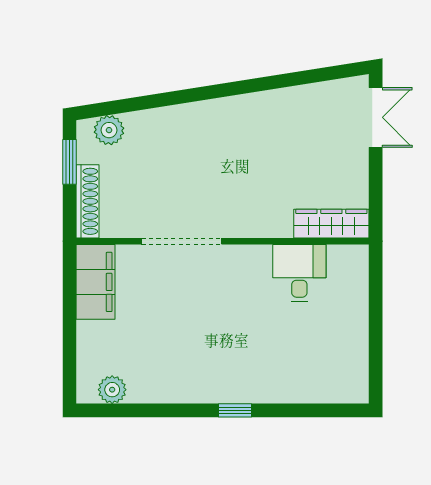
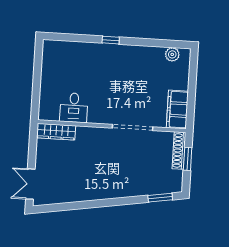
window: (119, 107) -> (160, 198), added
plant: (109, 130) -> (166, 186), removed
window: (70, 162) -> (188, 159), moved

